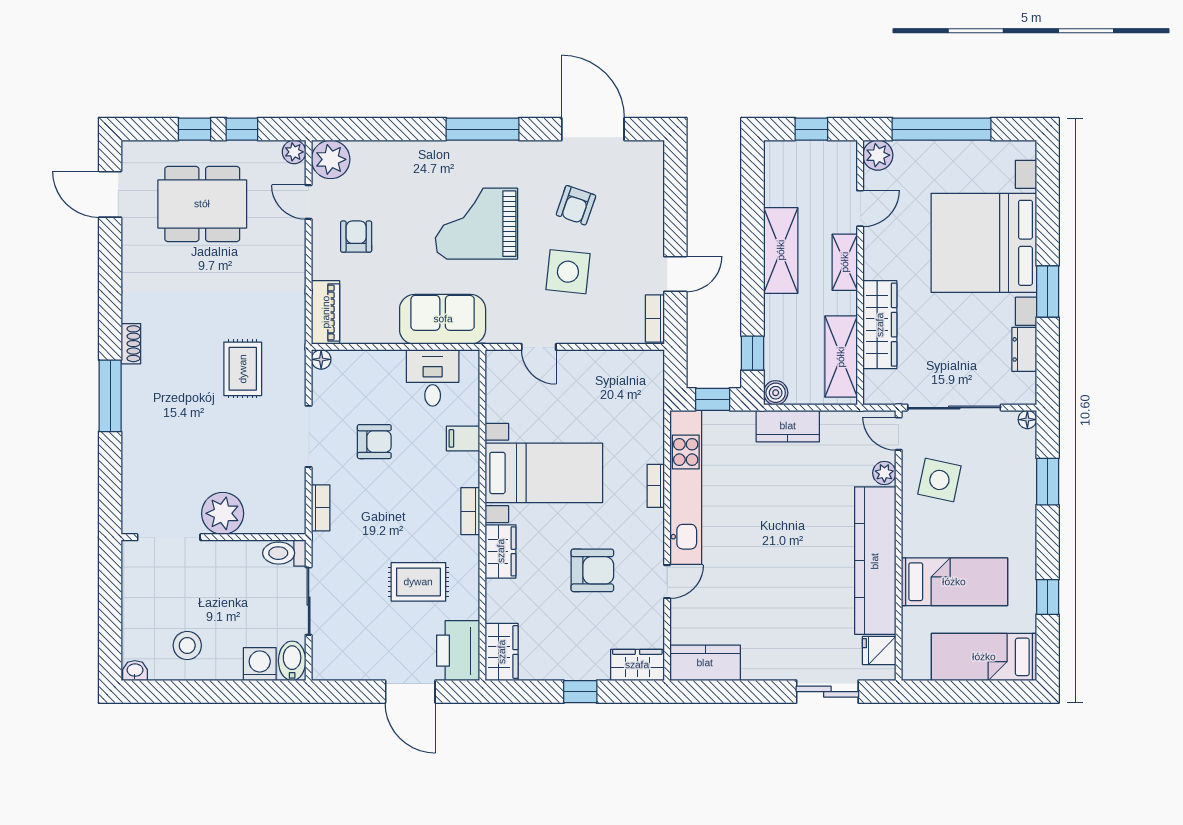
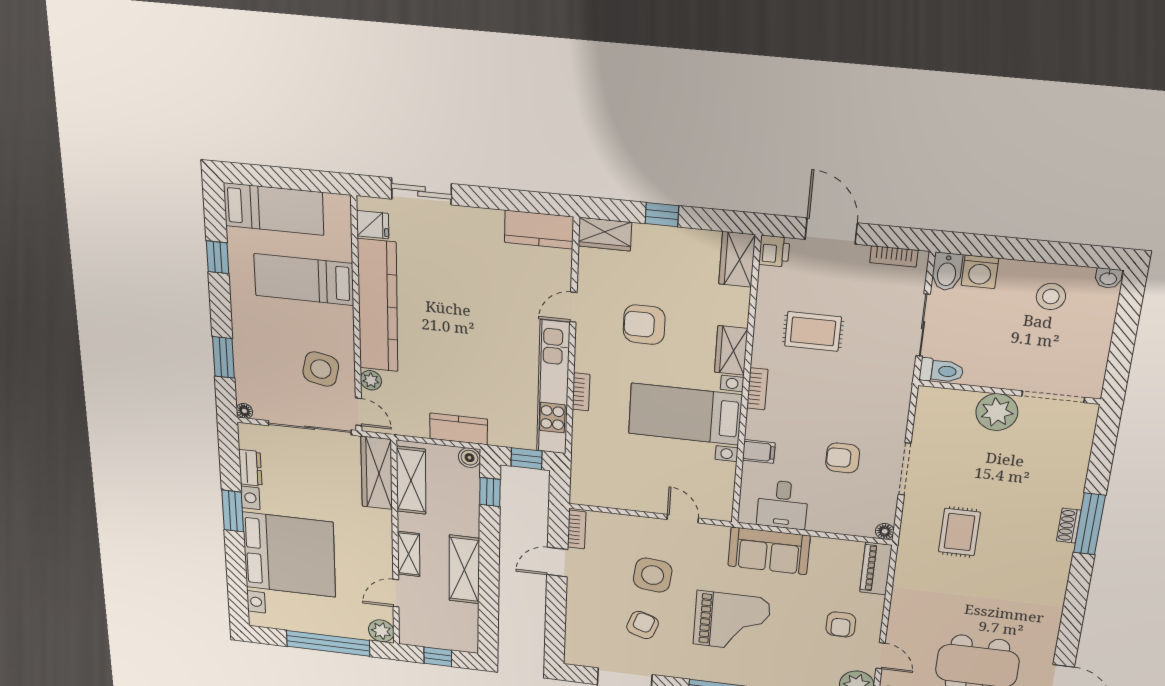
wardrobe: (880, 325) -> (377, 473), moved
shoe rack: (131, 344) -> (1069, 526), moved
bookcase: (321, 508) -> (894, 256), moved, turned -90
printer: (458, 651) -> (774, 251), width x0.53, depth x0.68

